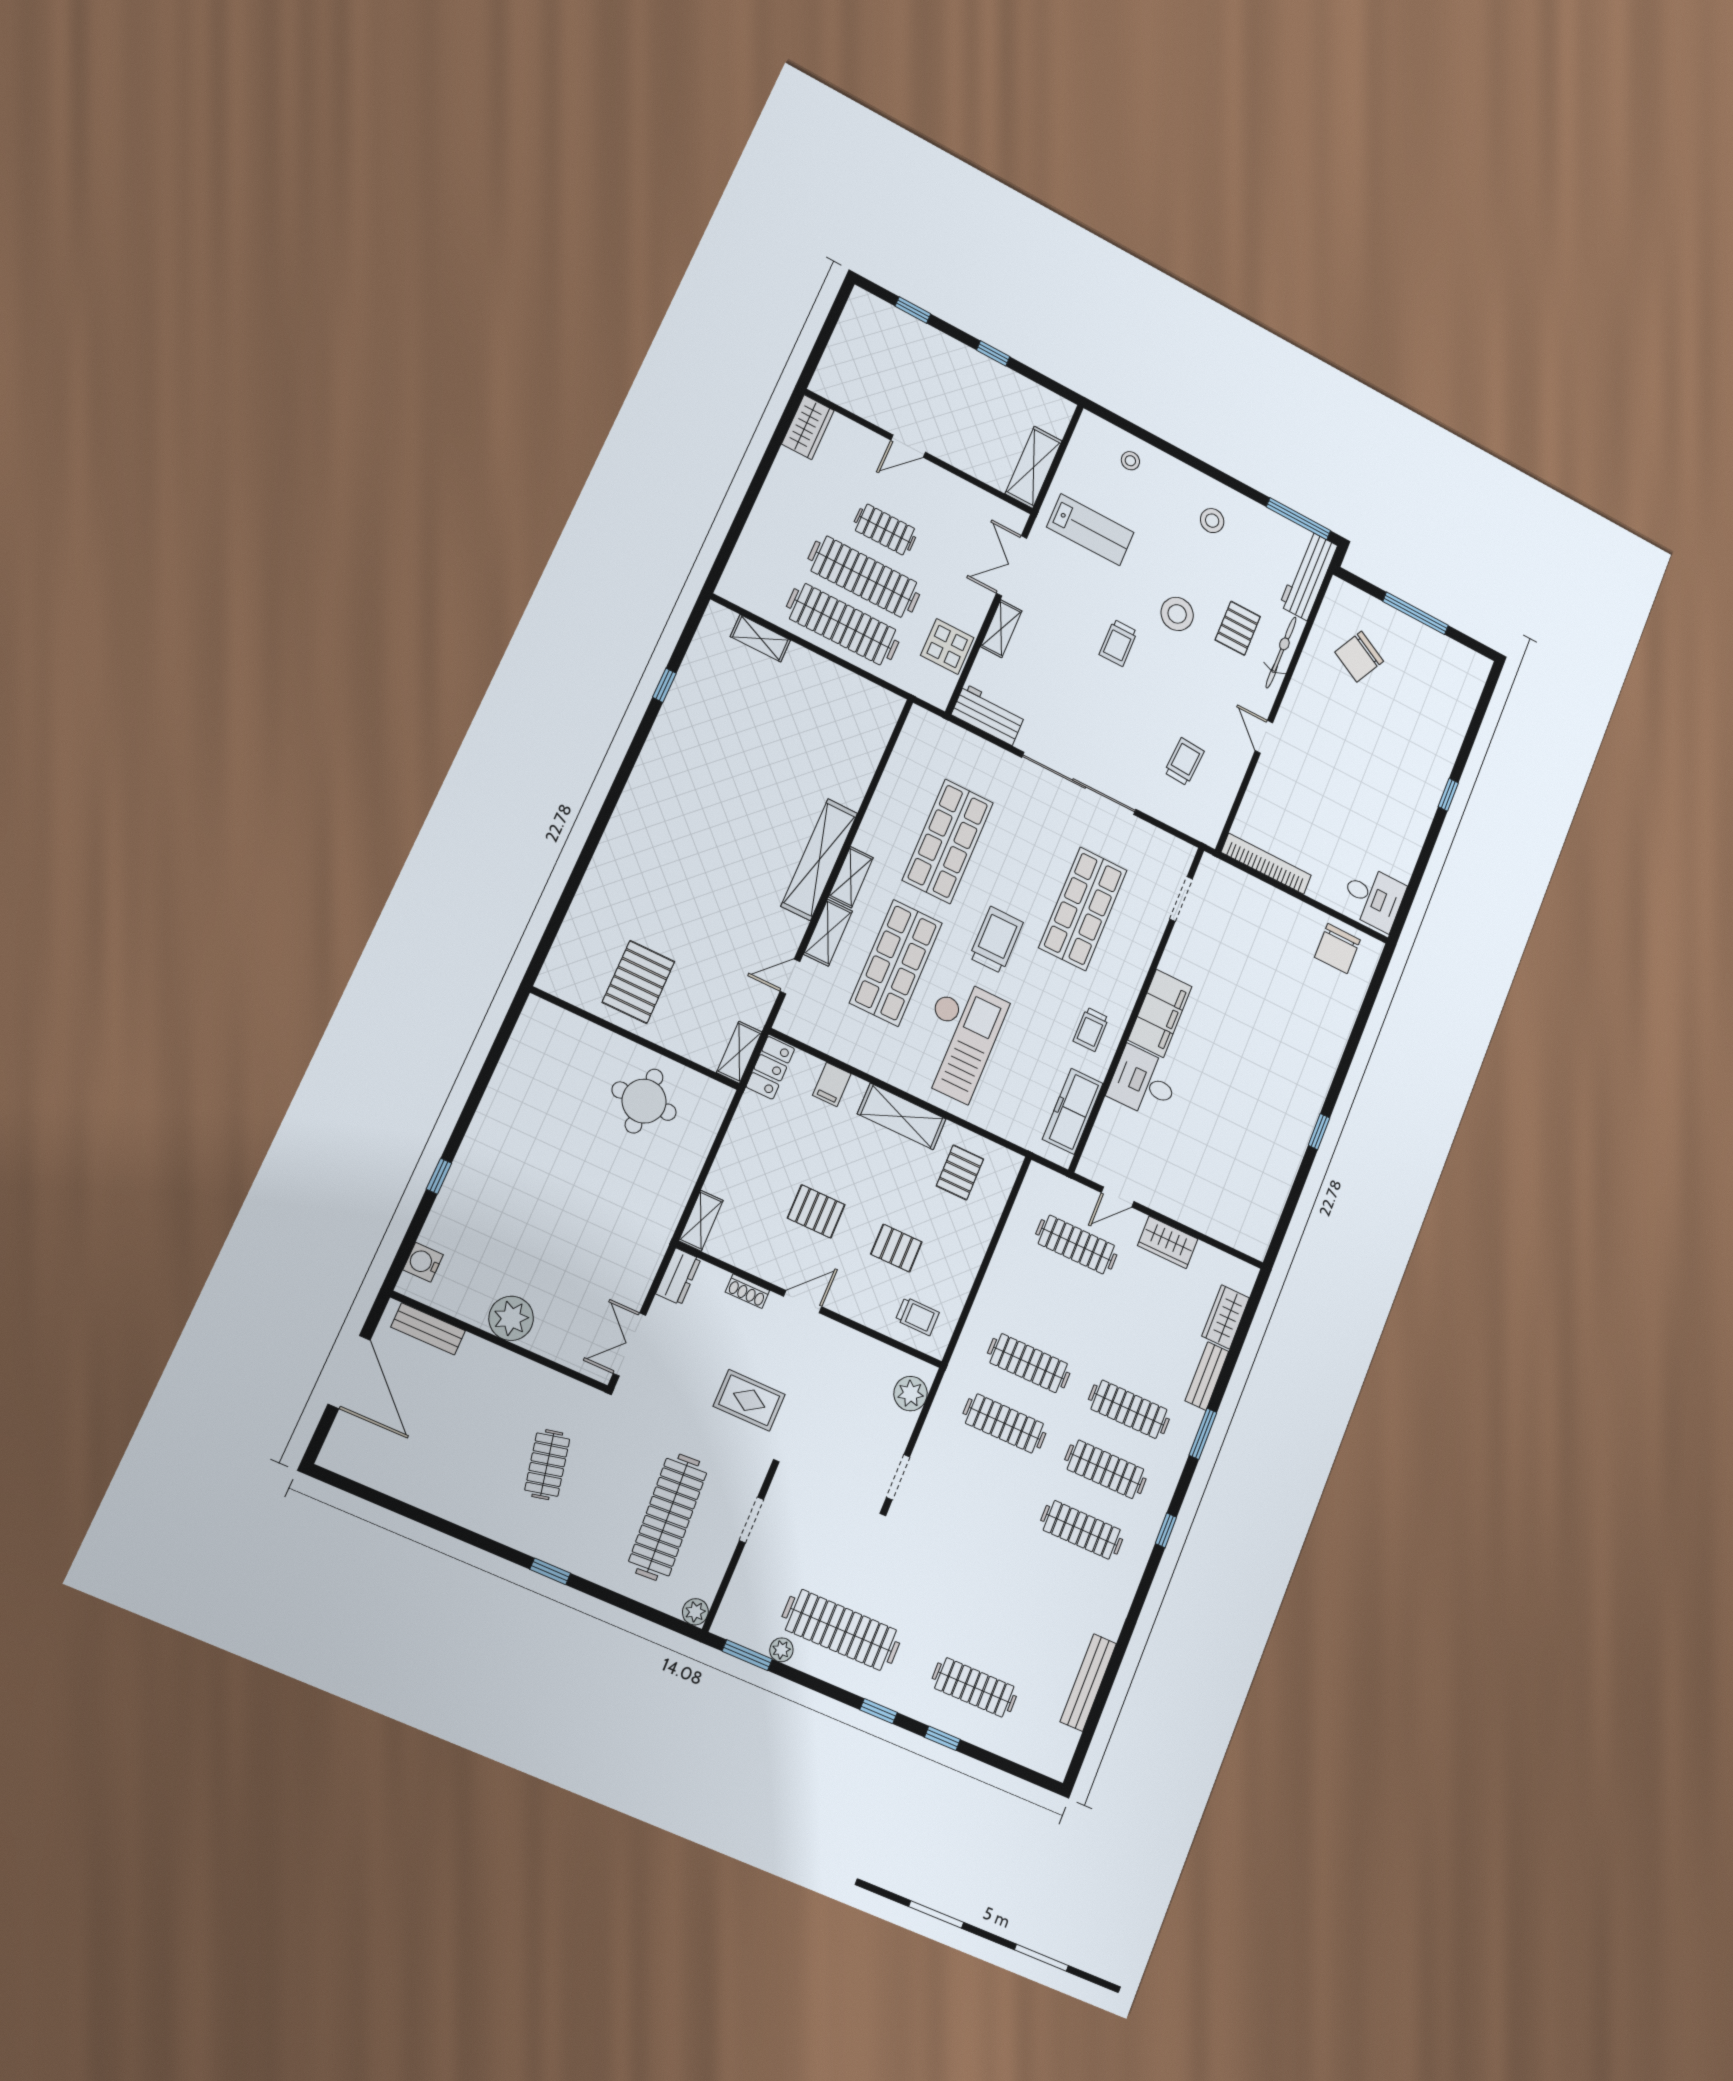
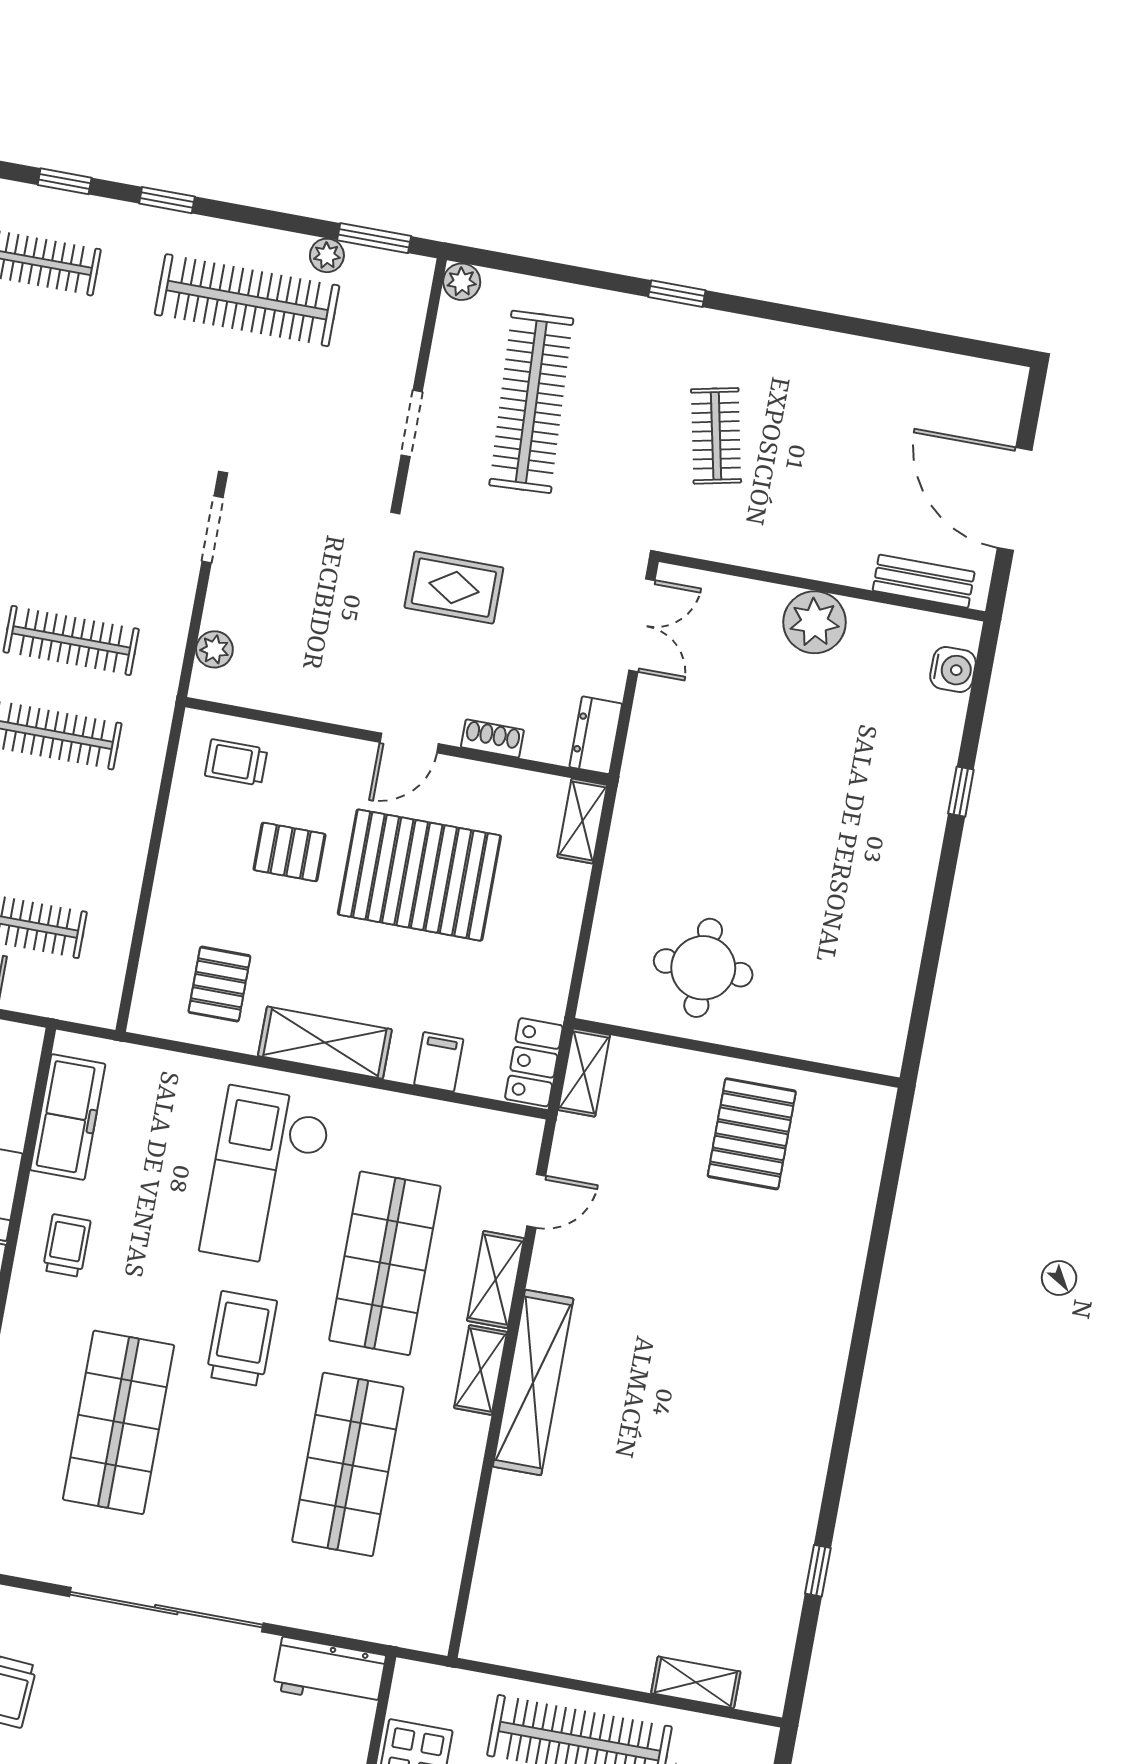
trolley: (996, 940) -> (242, 1339), turned 180
pallet: (816, 1211) -> (419, 875), width x2.05, depth x2.00
plant: (911, 1394) -> (214, 649), width x0.73, depth x0.73

